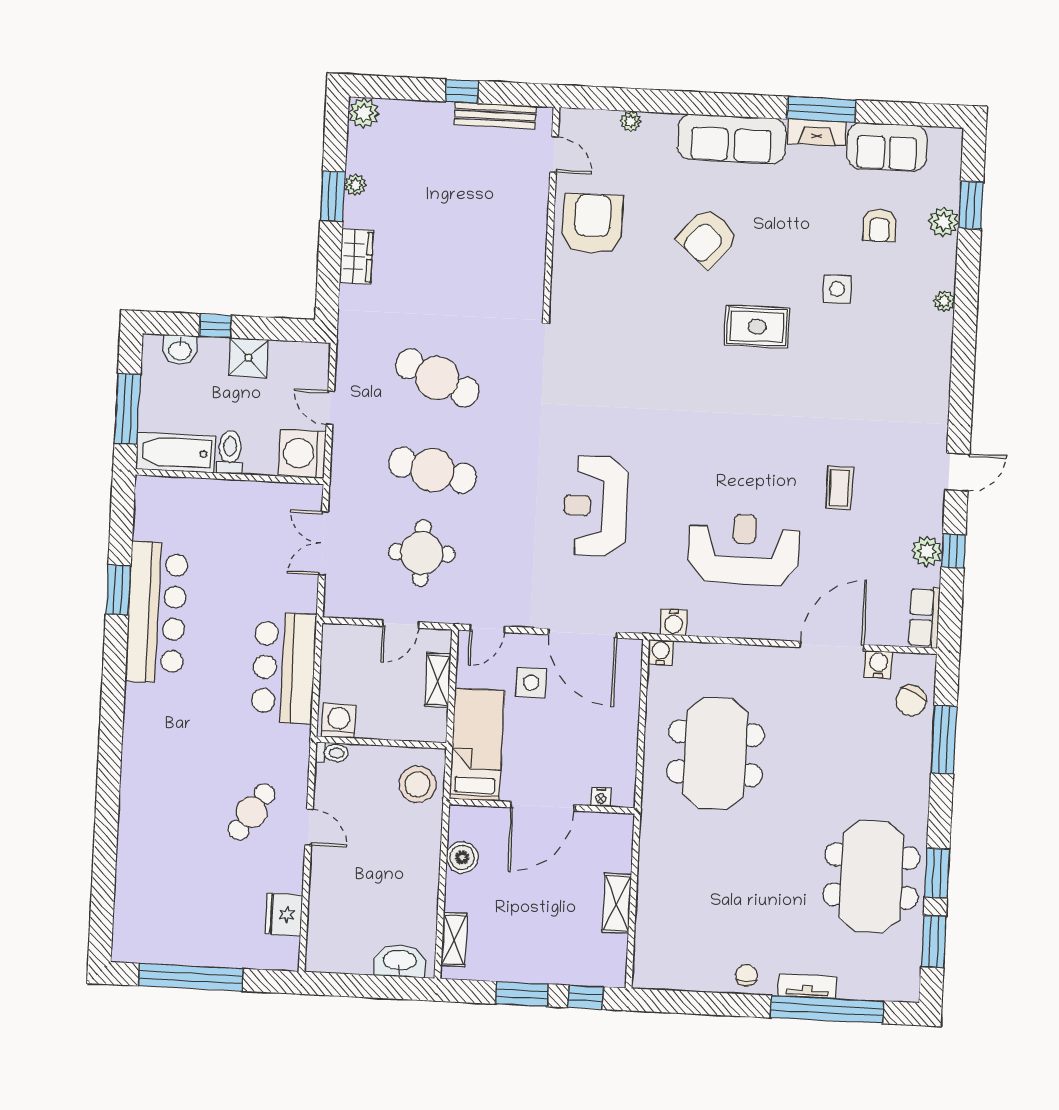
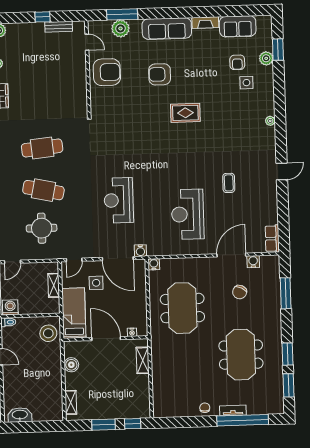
window: (821, 109) -> (122, 14), moved
bench: (495, 115) -> (59, 27), width x0.73
plant: (631, 121) -> (120, 28), width x1.88, depth x1.88
armchair: (592, 224) -> (107, 72), turned 90
armchair: (708, 238) -> (160, 74), turned 49
side table: (837, 289) -> (246, 83), moved
plant: (944, 301) -> (270, 121), moved
cafe table: (437, 378) -> (42, 148), turned -30
reception desk: (744, 549) -> (188, 214), turned -90
plant: (927, 551) -> (271, 208), removed
window: (953, 551) -> (283, 207), removed
water cooler: (674, 622) -> (140, 251), moved
door: (401, 624) -> (12, 262), moved
chair: (911, 701) -> (240, 292), moved
door: (543, 806) -> (106, 339), swing flipped
meeting table: (871, 876) -> (241, 355), moved
shelving: (617, 903) -> (143, 360), moved
washbasin: (400, 961) -> (20, 415), moved

